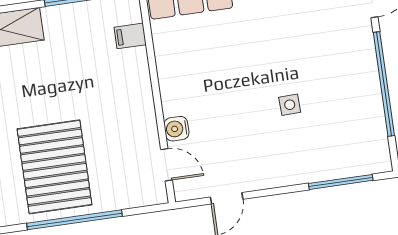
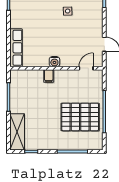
filing cabinet: (130, 36) -> (49, 76), moved
water cooler: (176, 129) -> (54, 62), moved

